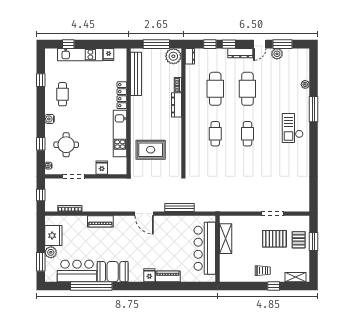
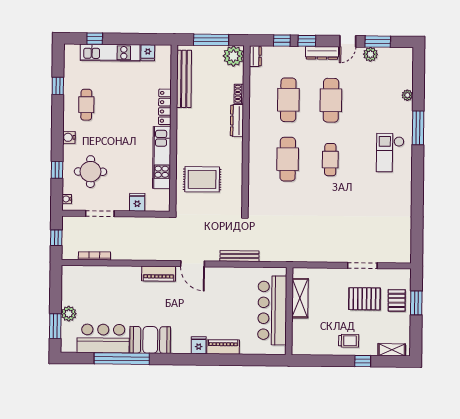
cafe table: (215, 134) -> (288, 159), width x1.37, depth x1.35
piano: (100, 221) -> (159, 274), moved
fridge: (53, 236) -> (72, 292), removed

